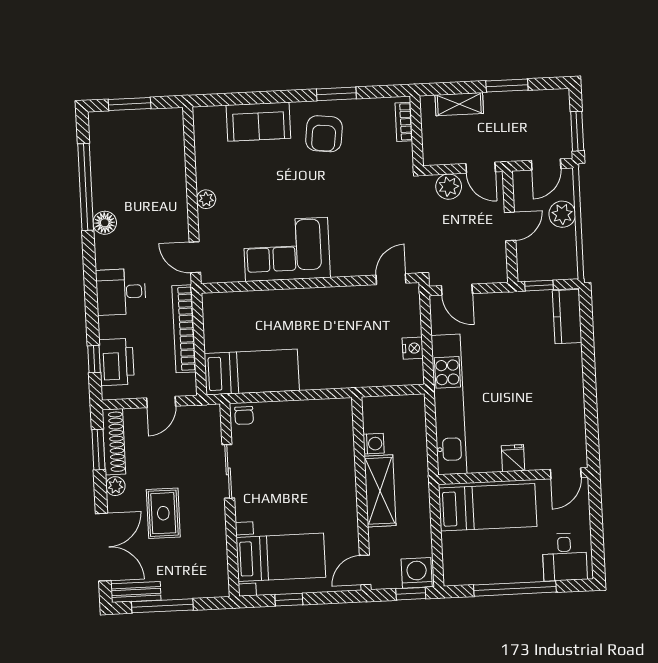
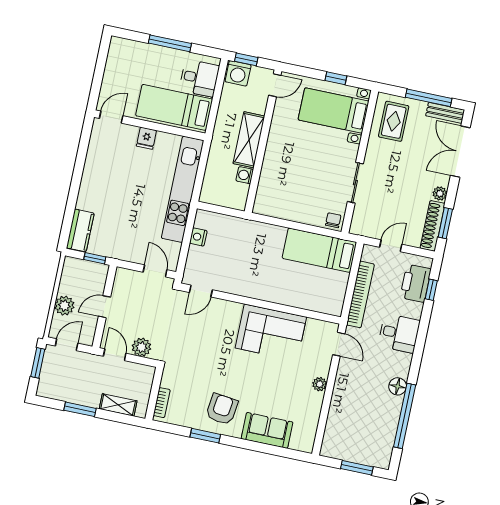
rug: (163, 513) -> (394, 121), moved
desk: (565, 557) -> (199, 78), moved, turned 90
window: (515, 589) -> (170, 43), width x0.68

